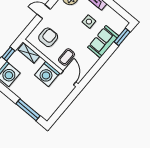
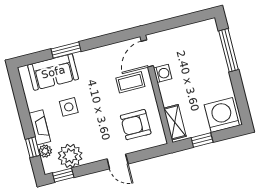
window: (122, 37) -> (66, 50), moved
sofa: (103, 42) -> (53, 72), moved
washing machine: (47, 74) -> (163, 73), width x0.53, depth x0.53

